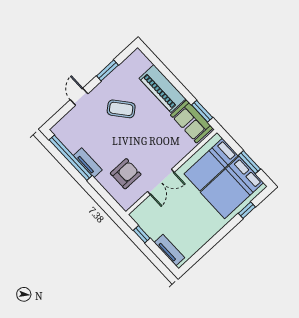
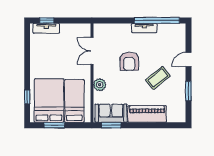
door: (79, 97) -> (188, 60), swing flipped
plant: (176, 155) -> (100, 85), added
armchair: (126, 174) -> (129, 61), moved
double door: (161, 182) -> (92, 51), moved
window: (142, 234) -> (47, 20), moved

